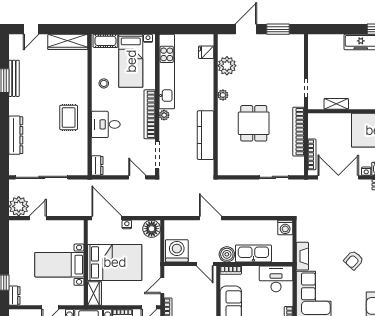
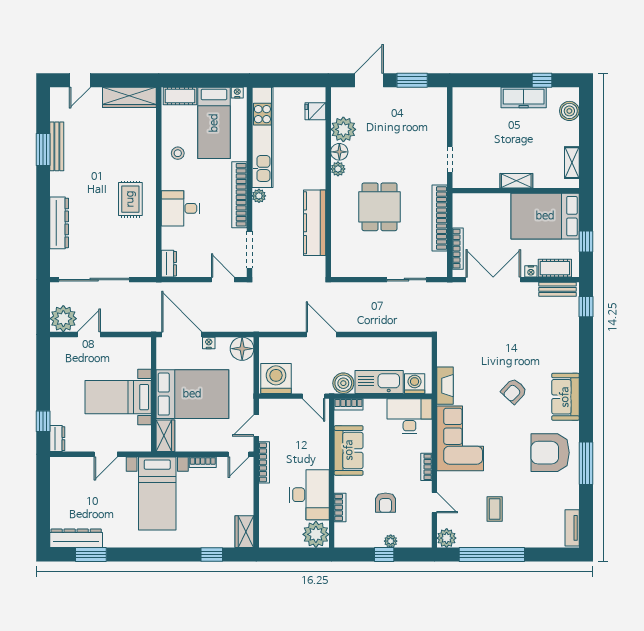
floor lamp: (224, 82) -> (339, 152), added
shelving: (336, 104) -> (516, 181), moved
washing machine: (285, 227) -> (415, 384), moved, turned 180

